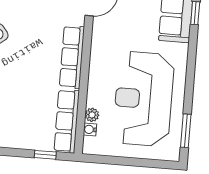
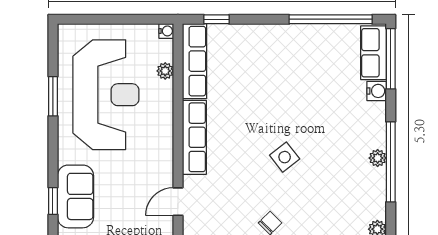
water cooler: (90, 129) -> (166, 31), moved
window: (186, 131) -> (53, 96), moved

